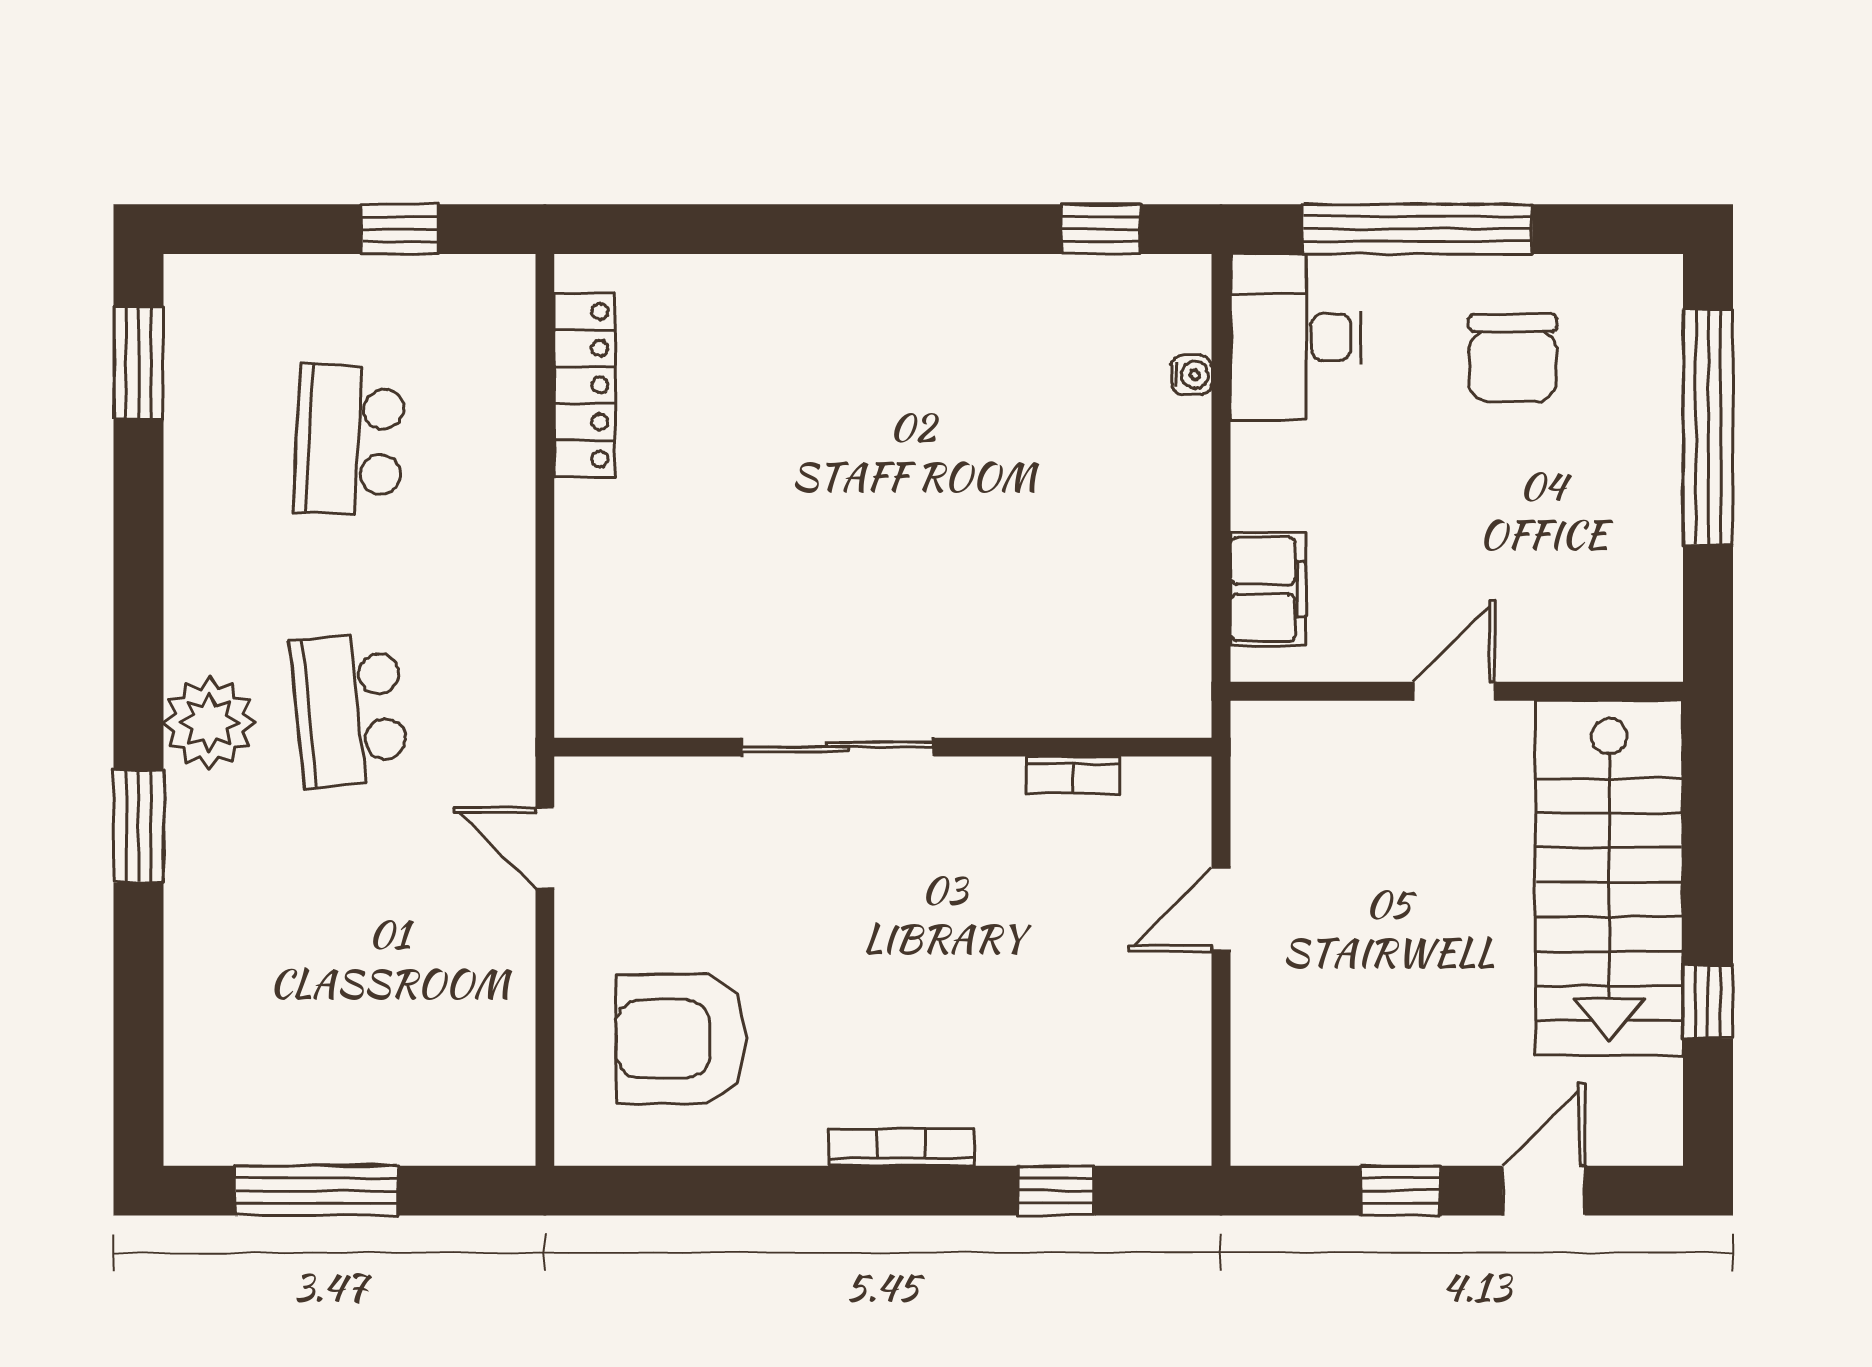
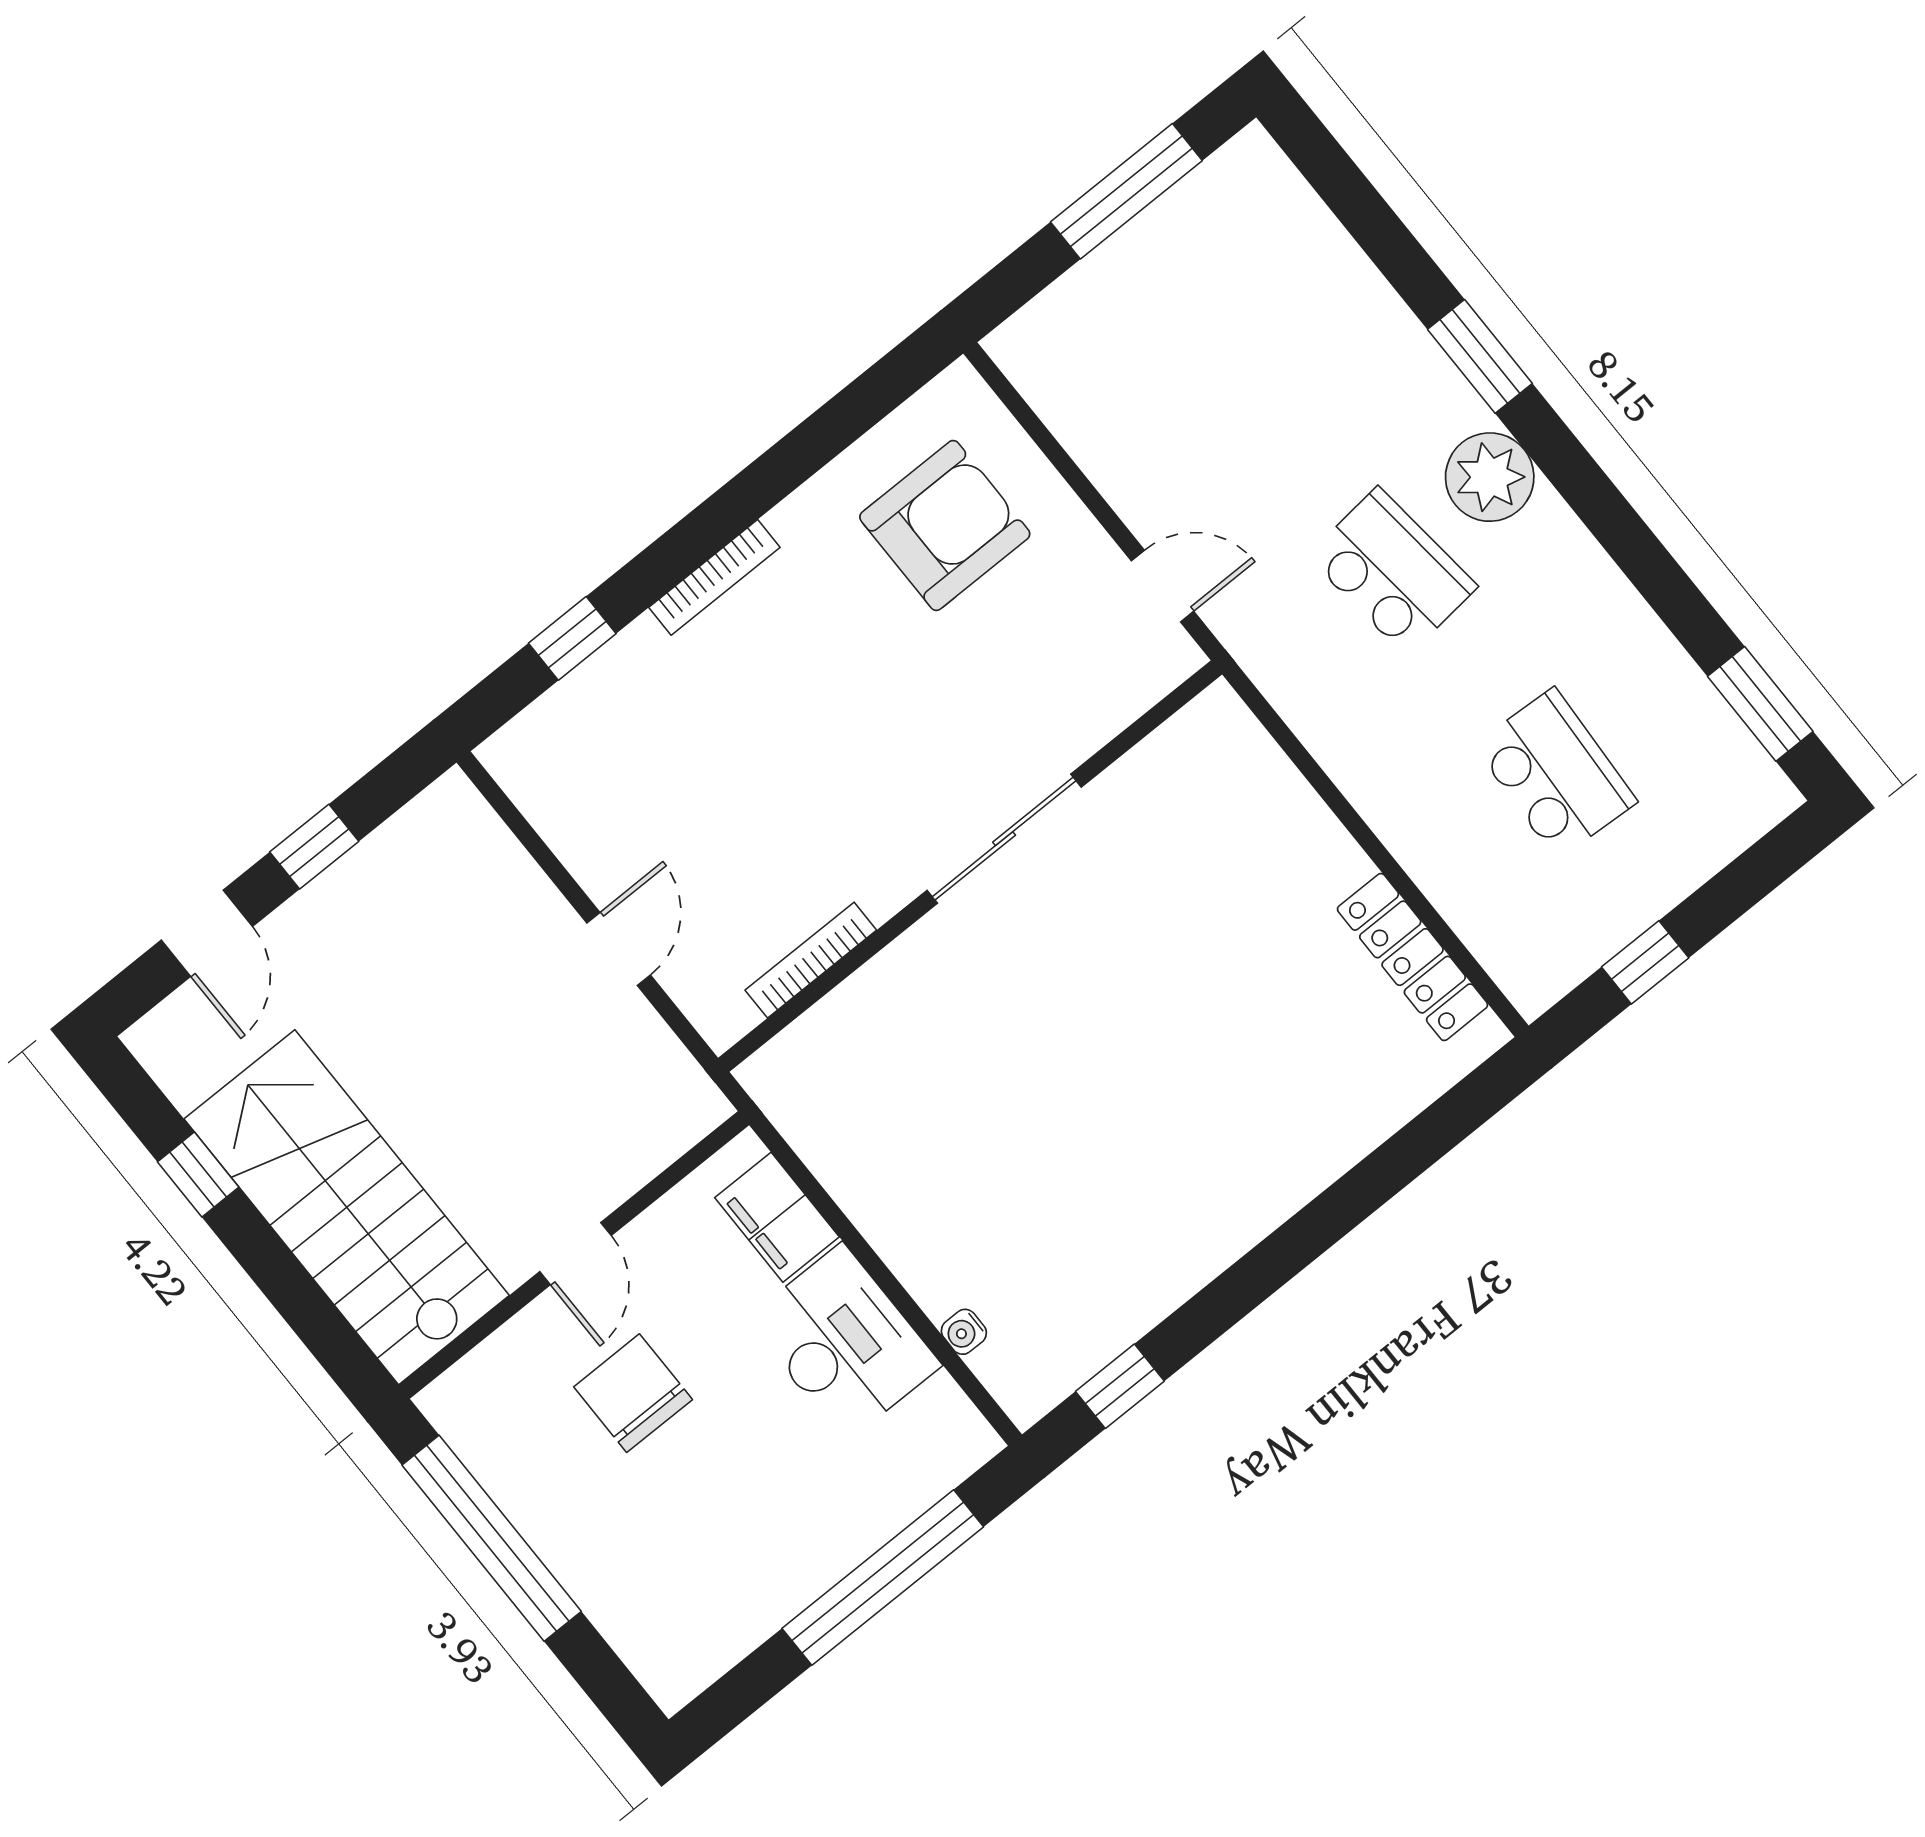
desk: (1296, 337) -> (844, 1342), moved
chair: (1513, 358) -> (633, 1393), moved
window: (1708, 427) -> (492, 1538), moved
bookcase: (1073, 775) -> (811, 960), width x1.56

